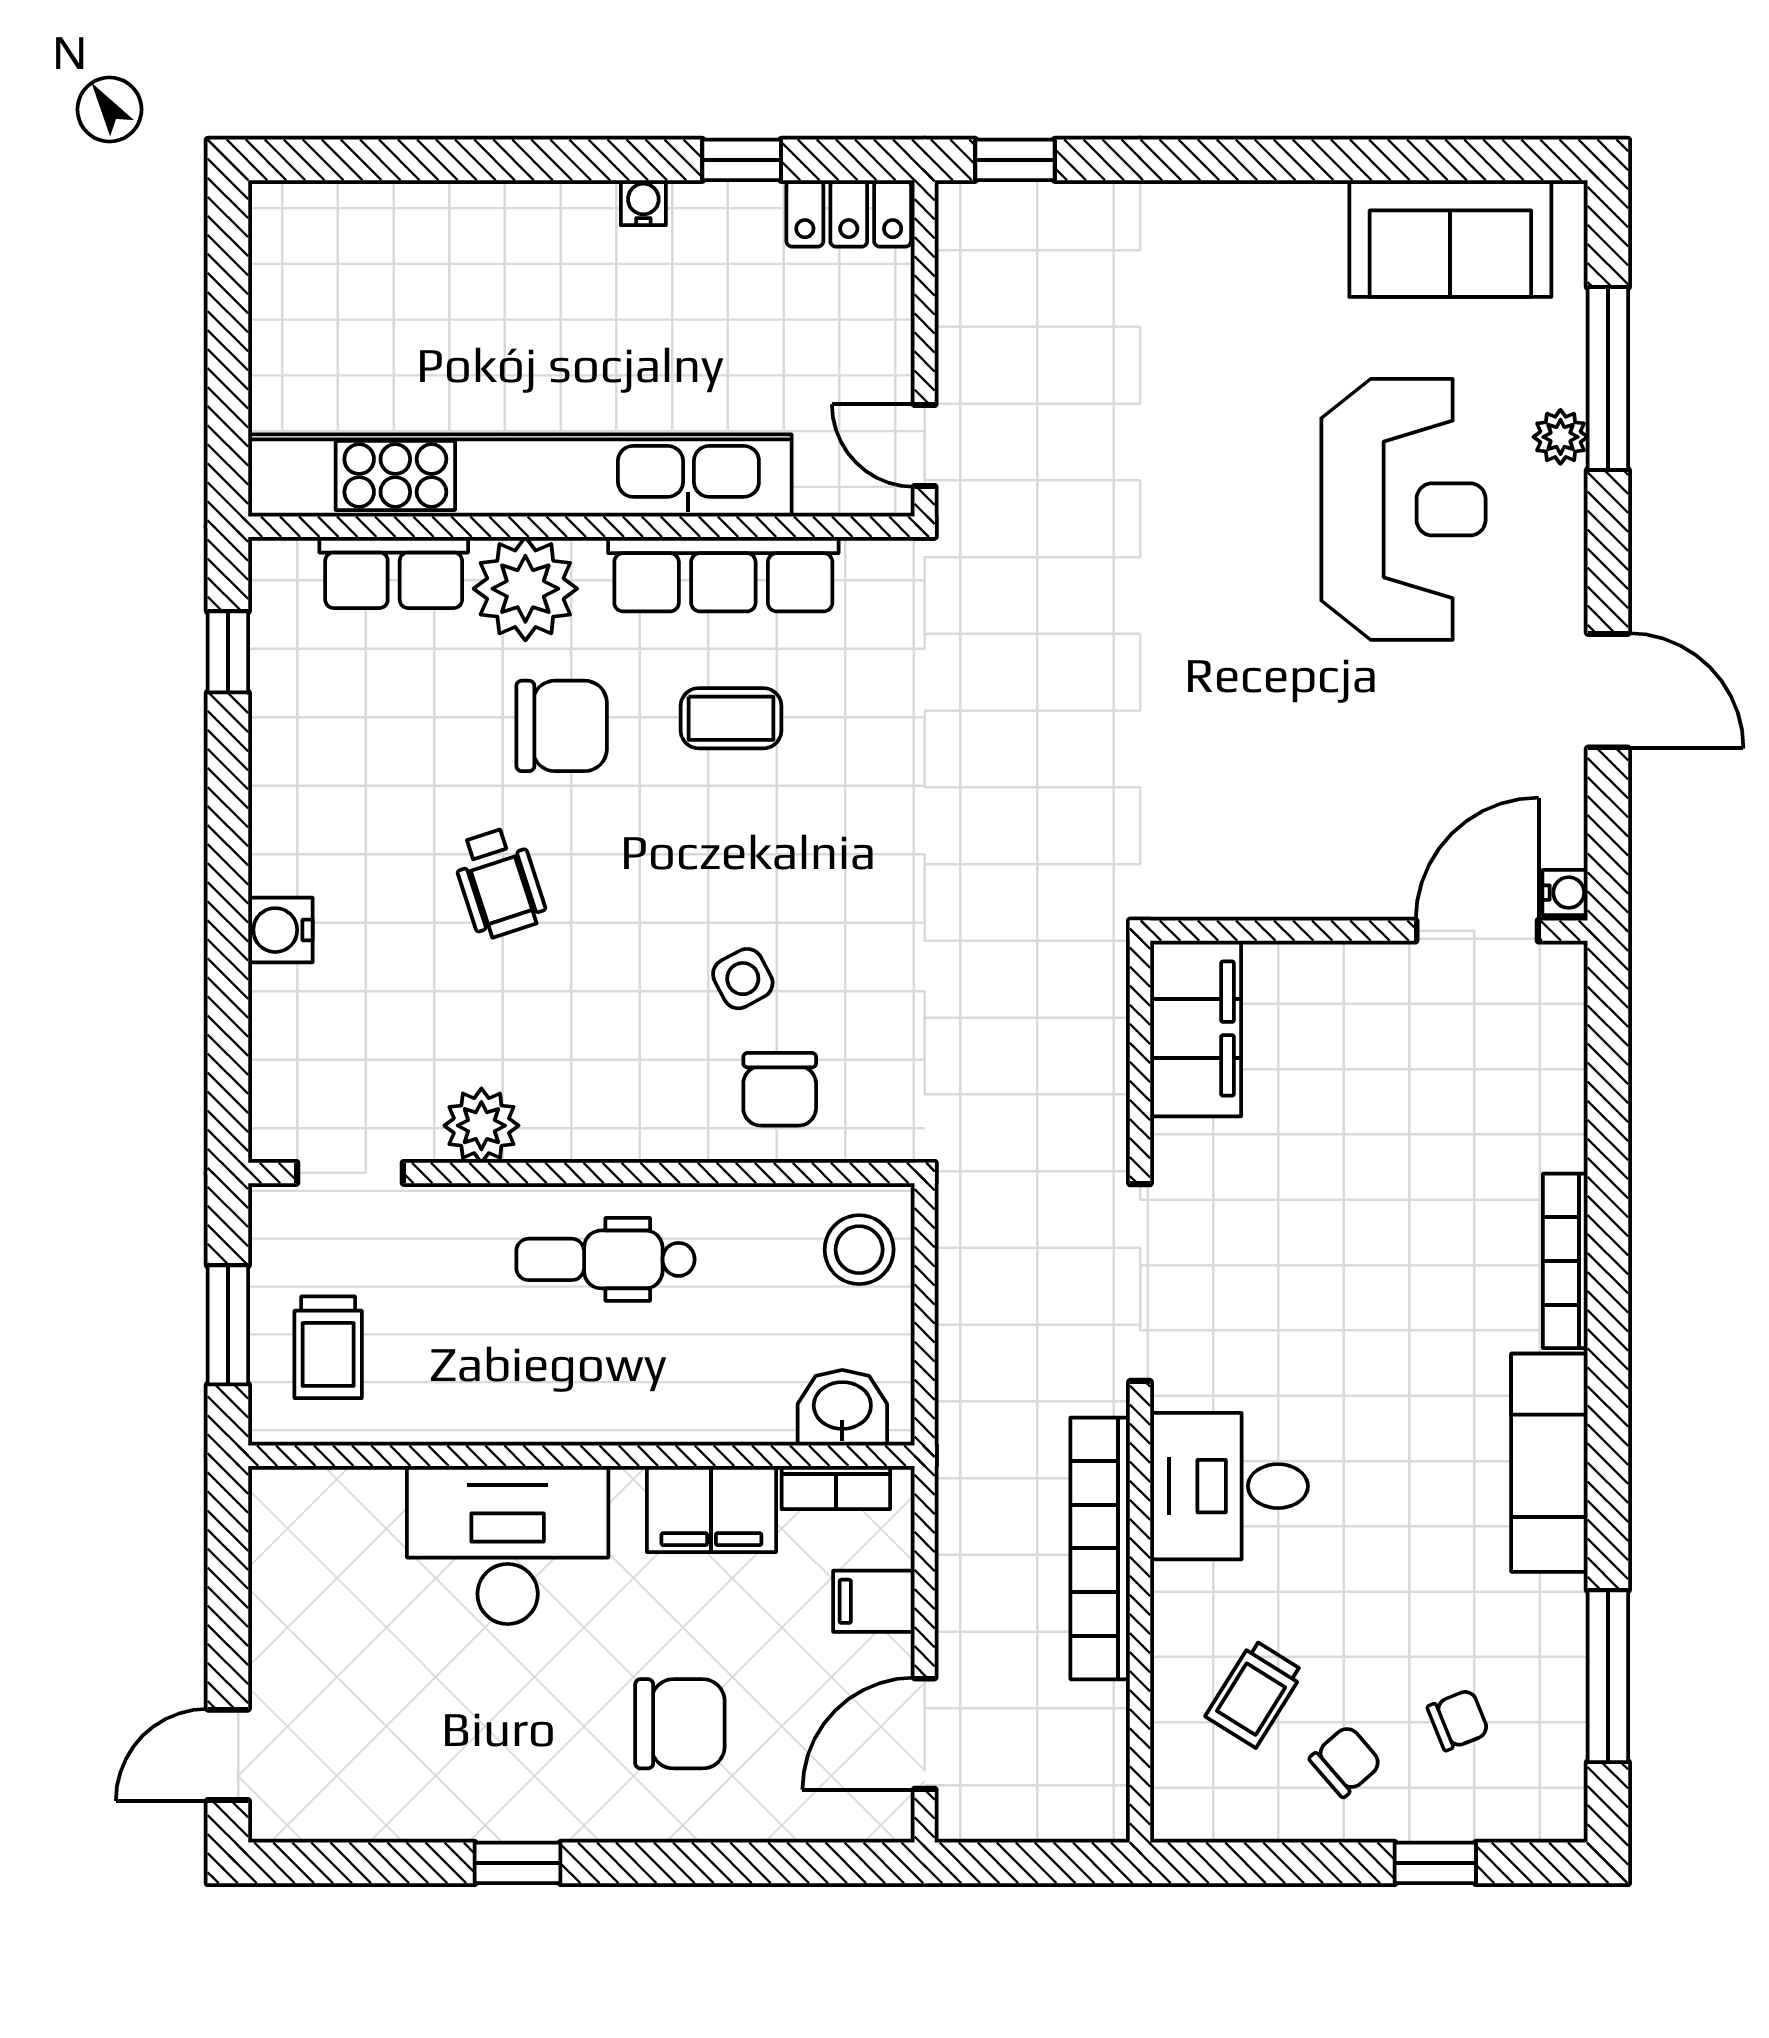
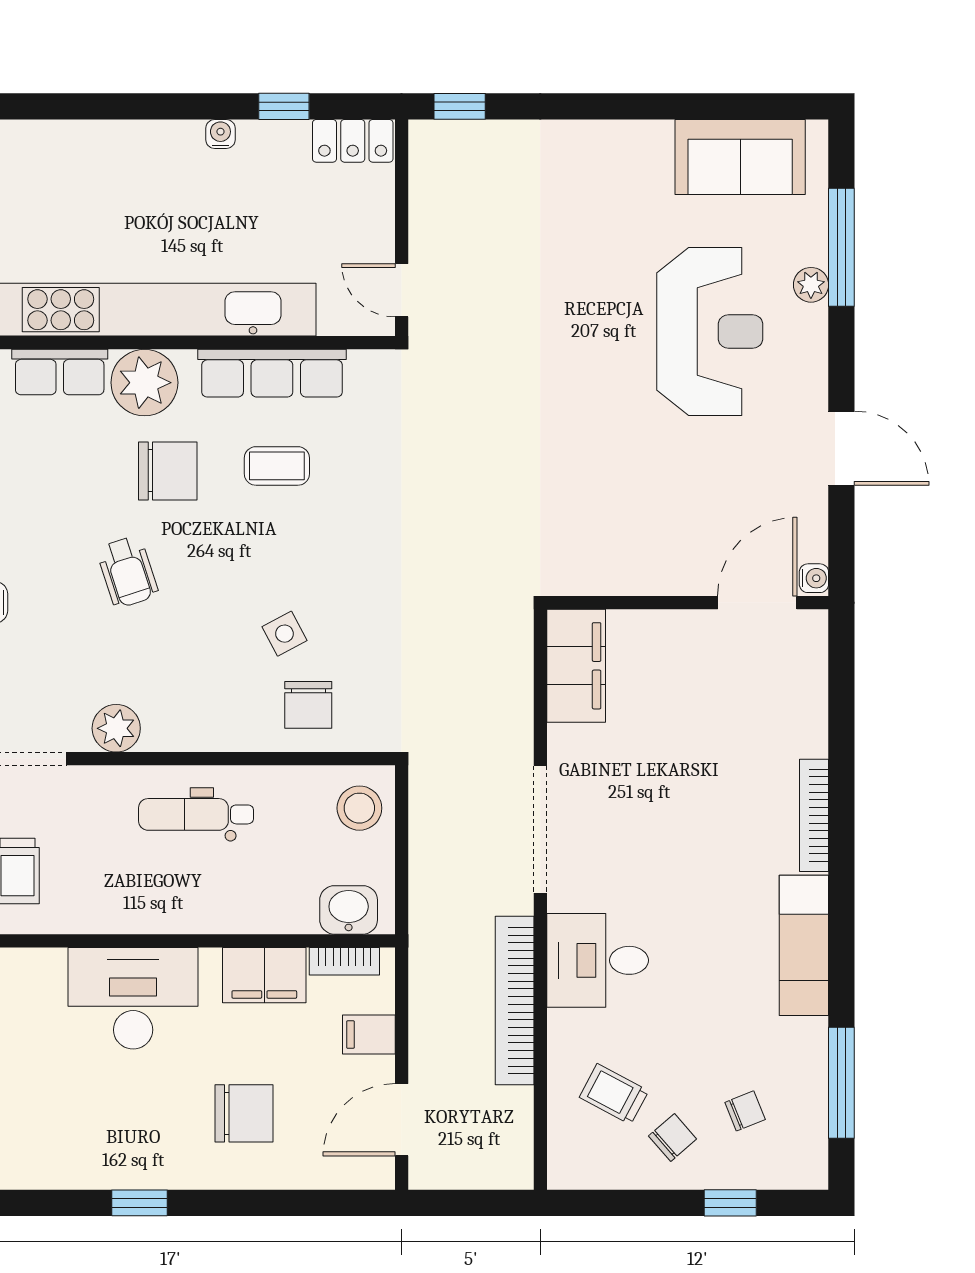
trolley: (1254, 1694) -> (614, 1094), turned 86

